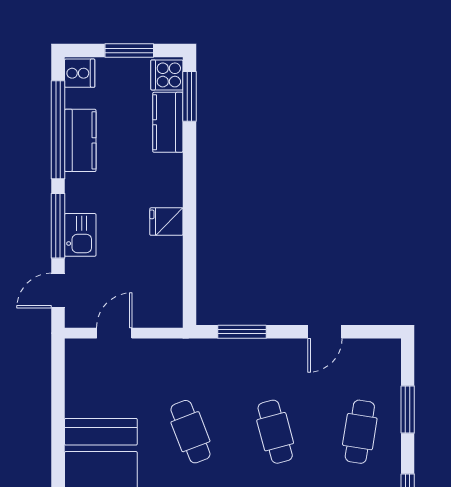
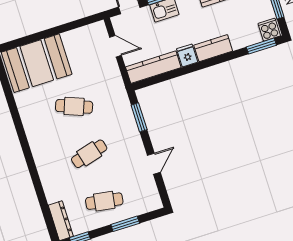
kitchen counter: (168, 122) -> (213, 48), moved
kitchen counter: (168, 283) -> (153, 67), added
door: (325, 332) -> (154, 164), swing flipped
cafe table: (190, 432) -> (74, 106), turned 42

